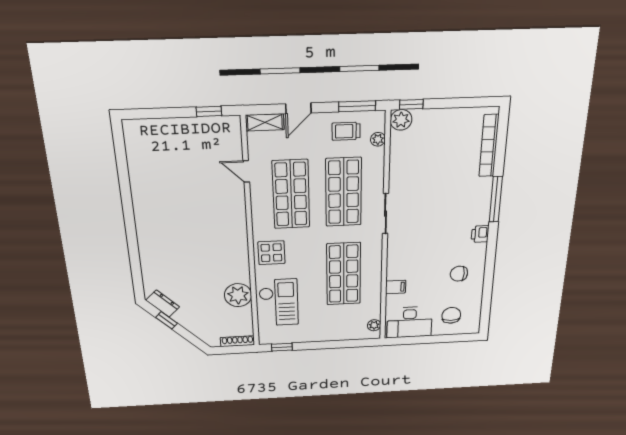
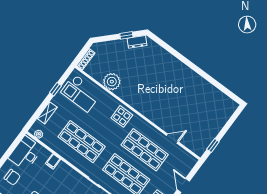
shelving: (265, 122) -> (47, 113), moved
checkout: (279, 303) -> (81, 93), moved
window: (282, 347) -> (55, 89), moved

